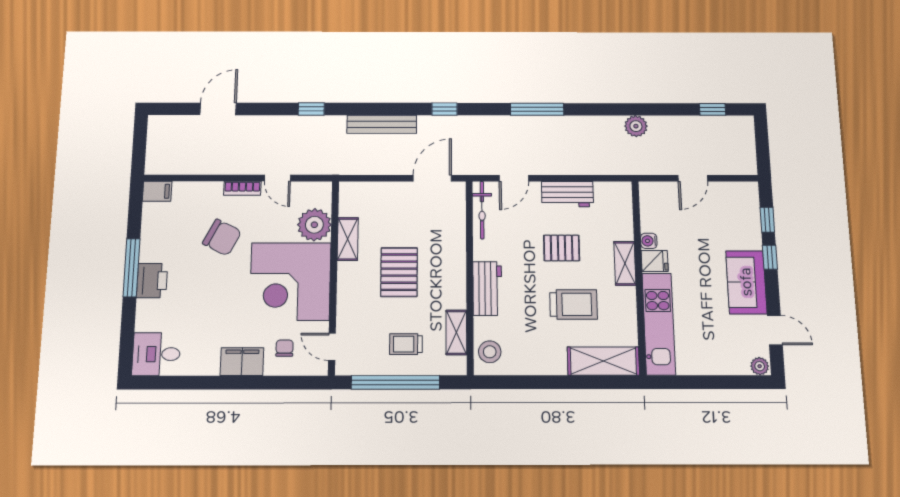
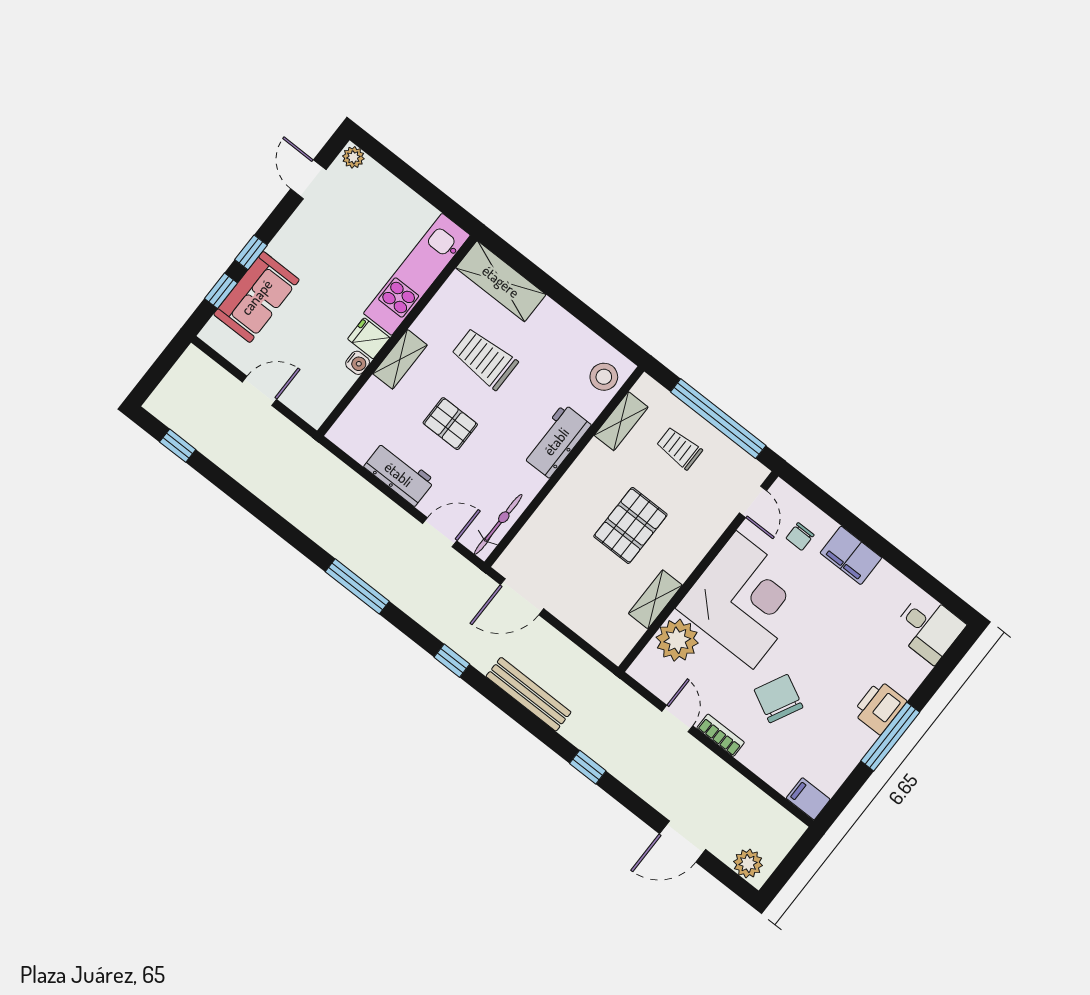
plant: (636, 126) -> (748, 863), moved
sofa: (746, 282) -> (256, 297), moved
trolley: (406, 344) -> (679, 448), turned 180

